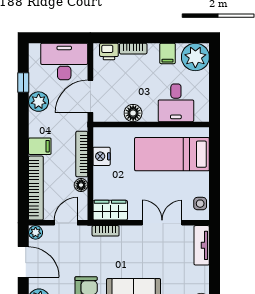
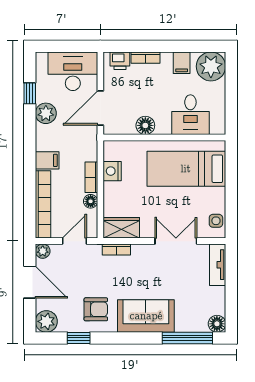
bookcase: (82, 154) -> (91, 177), width x0.64

